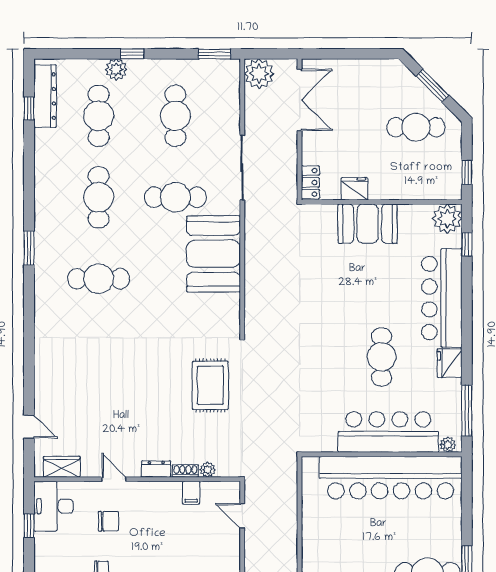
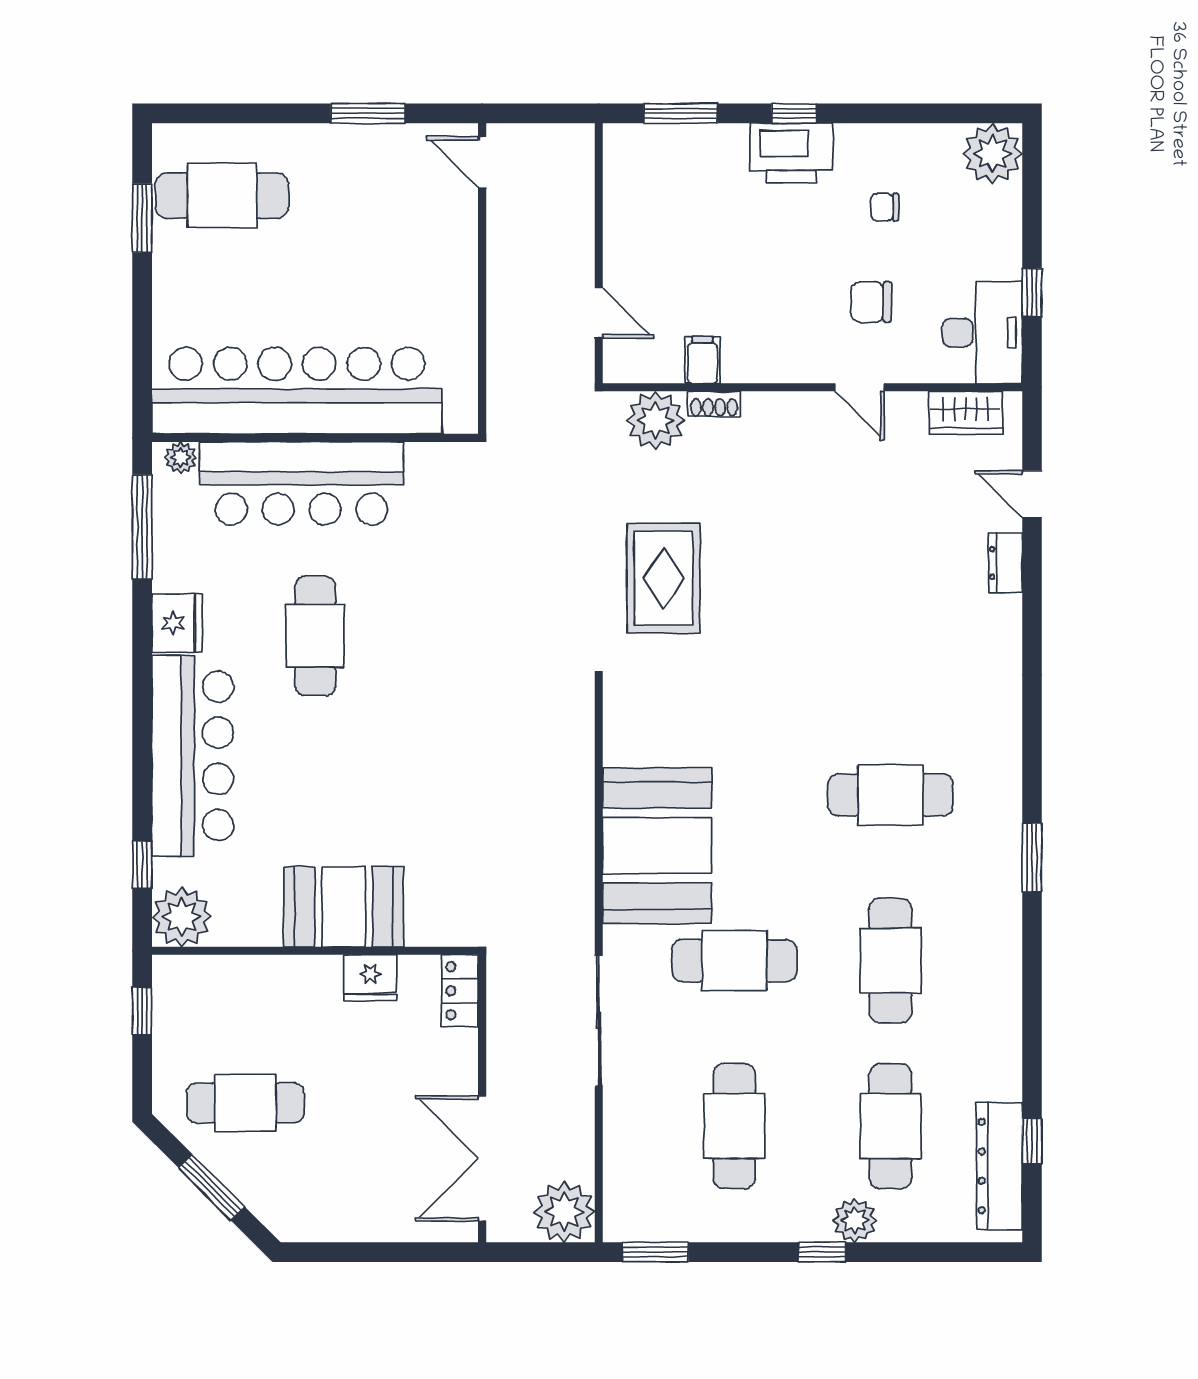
dresser: (156, 469) -> (1005, 563), moved, turned 90
plant: (208, 470) -> (656, 420), width x1.87, depth x1.87

